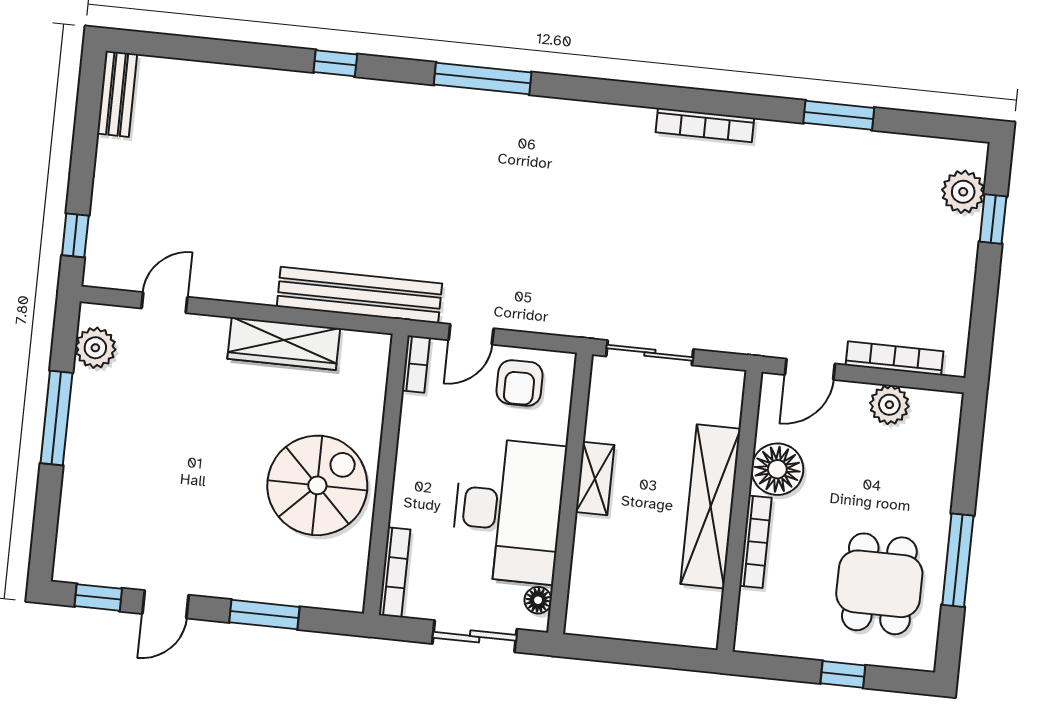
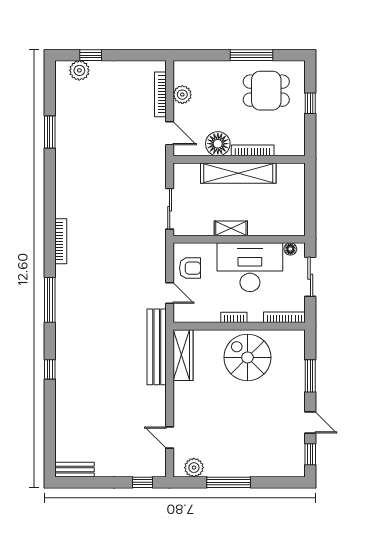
bookcase: (705, 125) -> (61, 241), moved
wardrobe: (284, 344) -> (183, 355), moved
bookcase: (416, 364) -> (234, 317), moved

